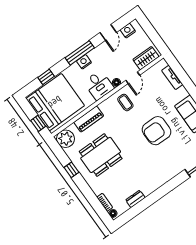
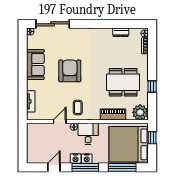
nightstand: (128, 31) -> (76, 159), moved
wardrobe: (146, 58) -> (40, 129), removed
window: (46, 77) -> (122, 167), width x2.17
armchair: (157, 131) -> (70, 71), turned -90

